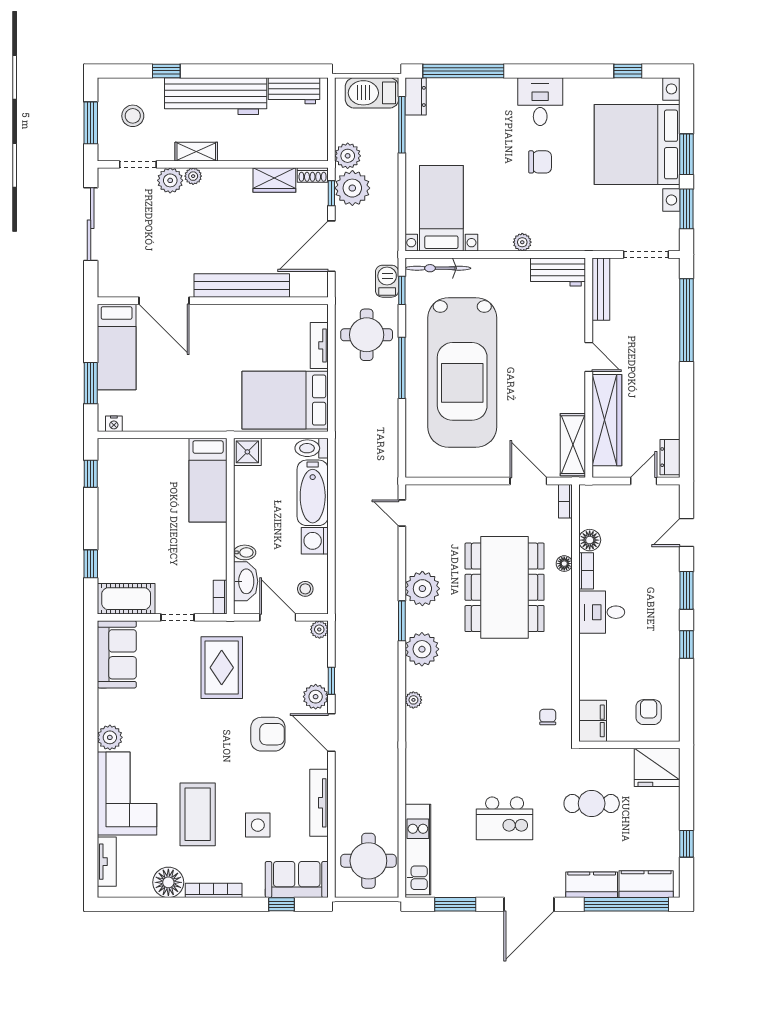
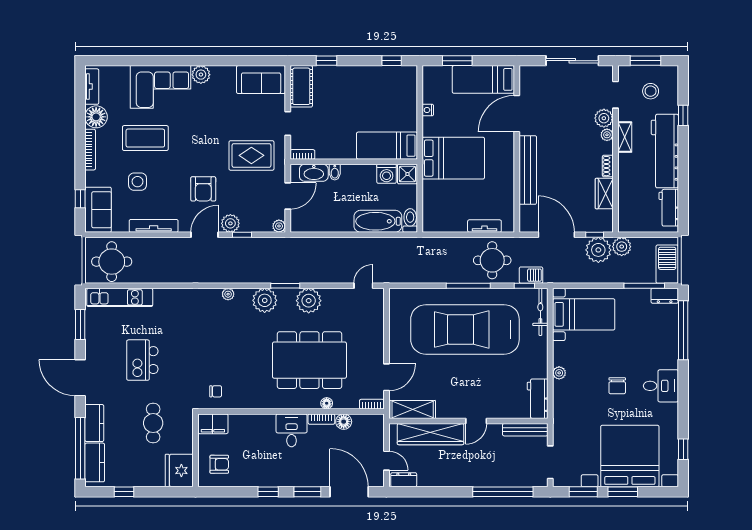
shoe rack: (313, 175) -> (608, 166), moved
bed: (285, 400) -> (453, 158), moved, turned 90
nightstand: (114, 424) -> (428, 110), moved
door: (687, 533) -> (349, 492), width x1.87
washing machine: (315, 541) -> (387, 174), moved, turned 180
stool: (305, 589) -> (308, 216), removed
tv unit: (107, 862) -> (92, 87), moved, turned -90

